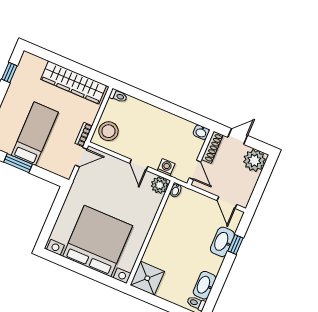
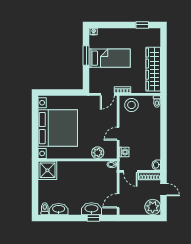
door: (81, 157) -> (107, 94), hinge flipped
door: (195, 170) -> (130, 171), hinge flipped
plant: (160, 185) -> (98, 153), moved

